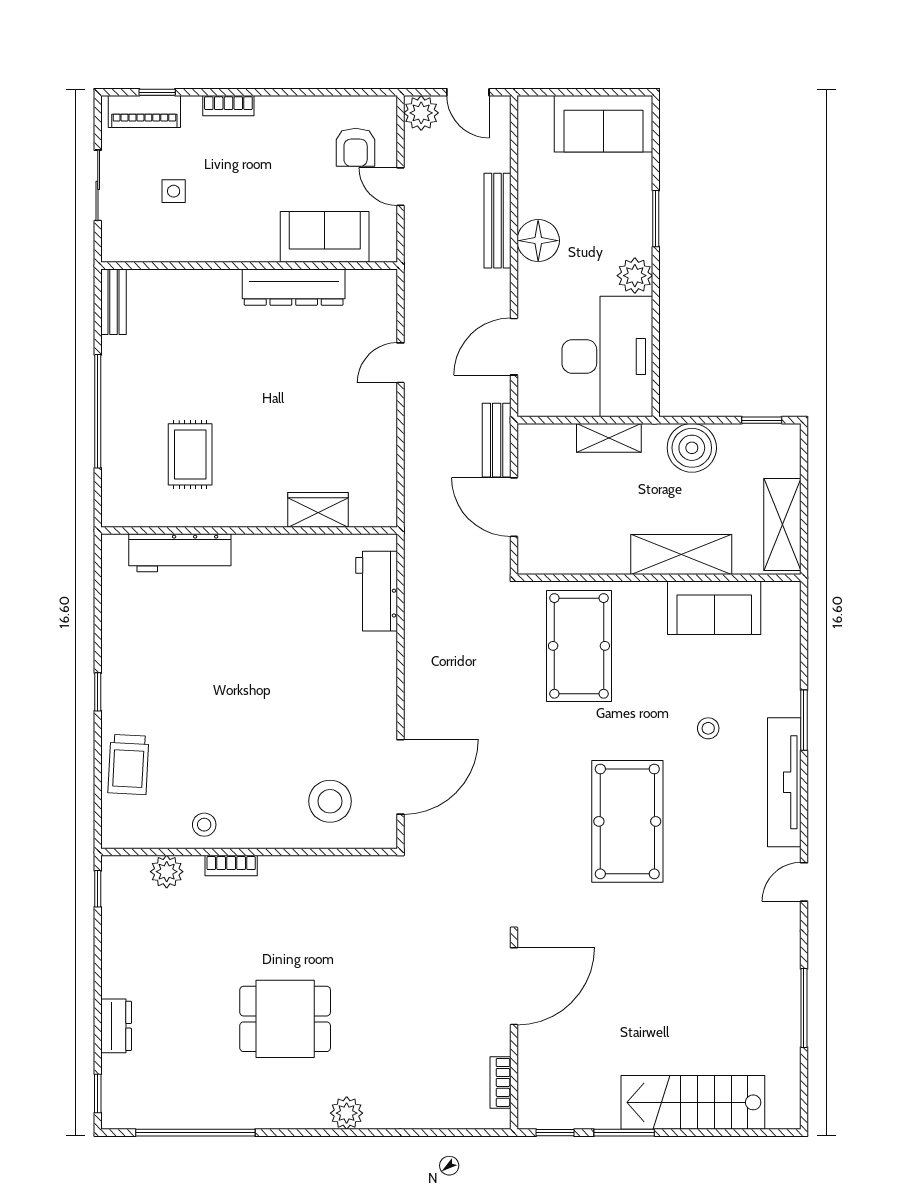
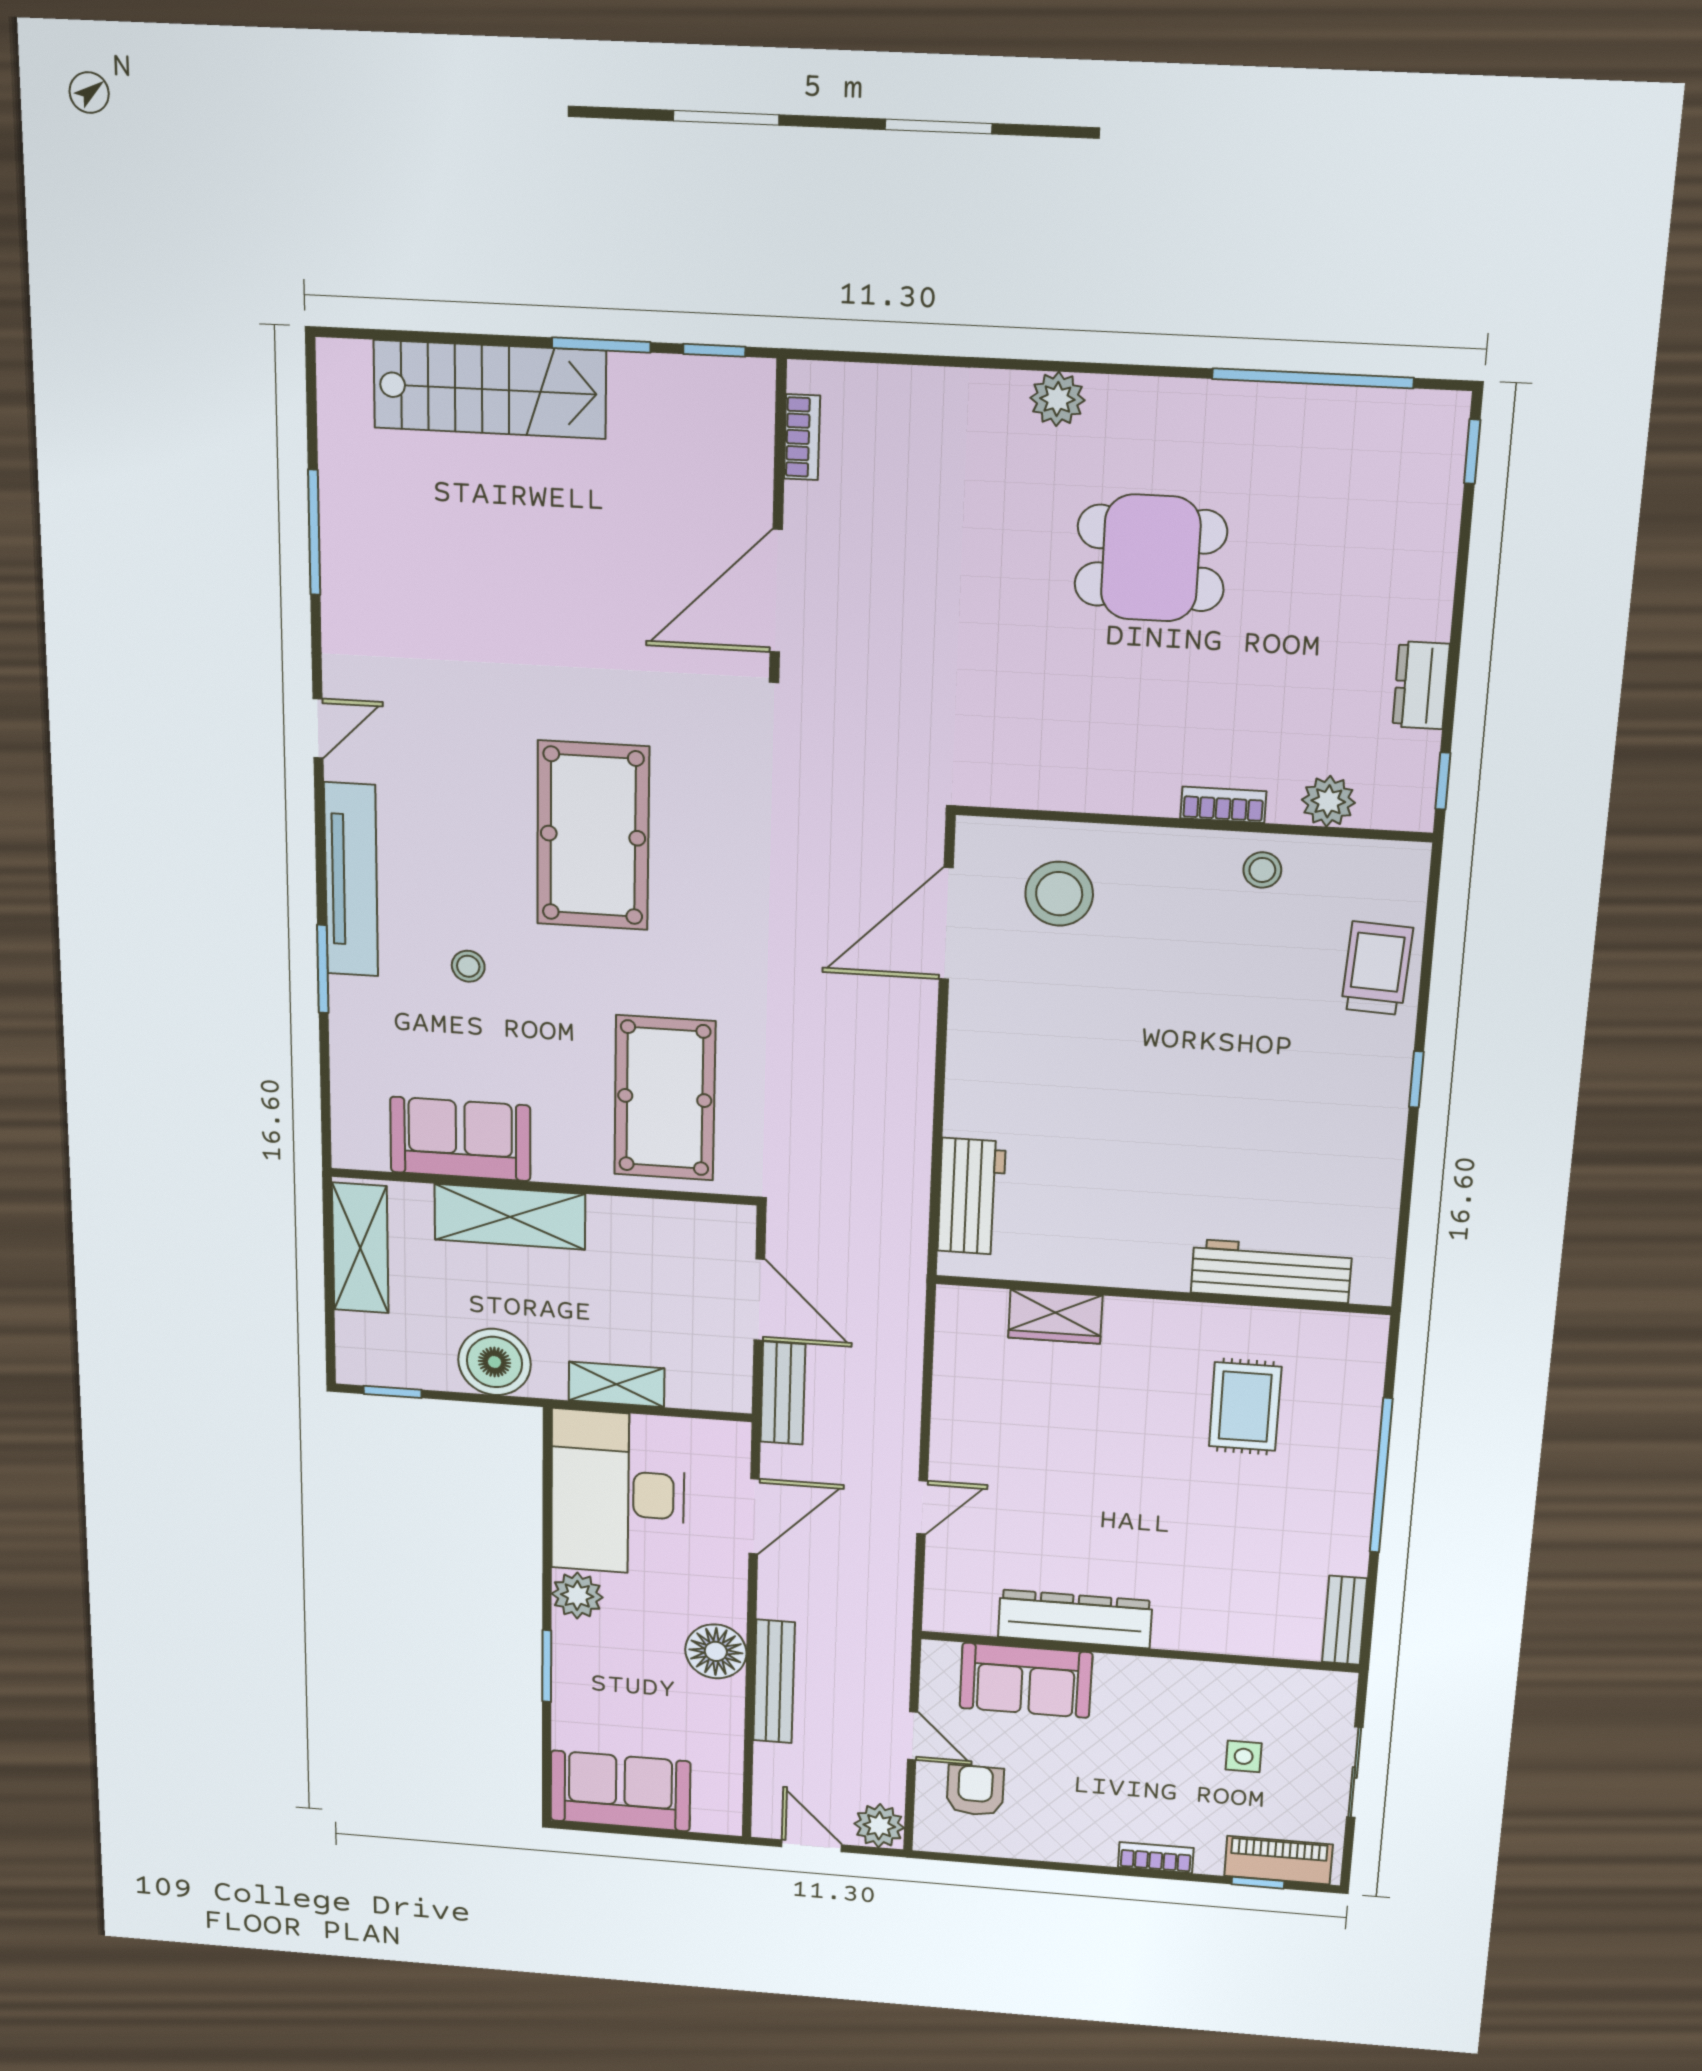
dresser: (116, 1026) -> (1421, 685), moved

